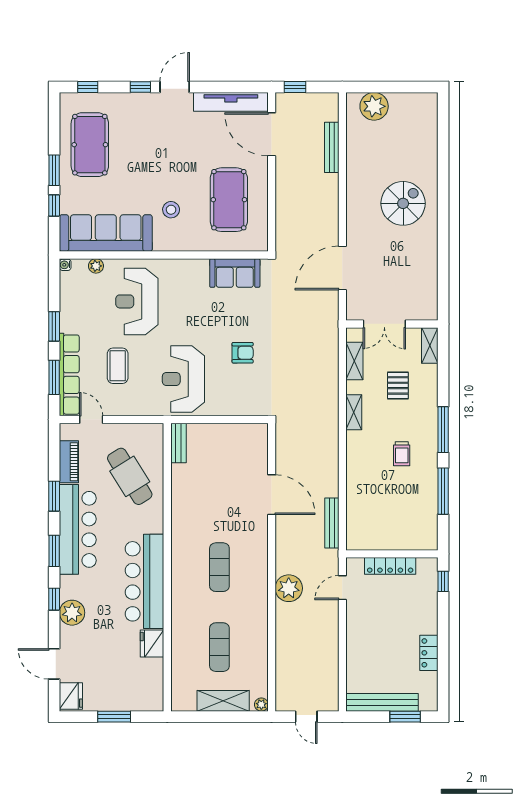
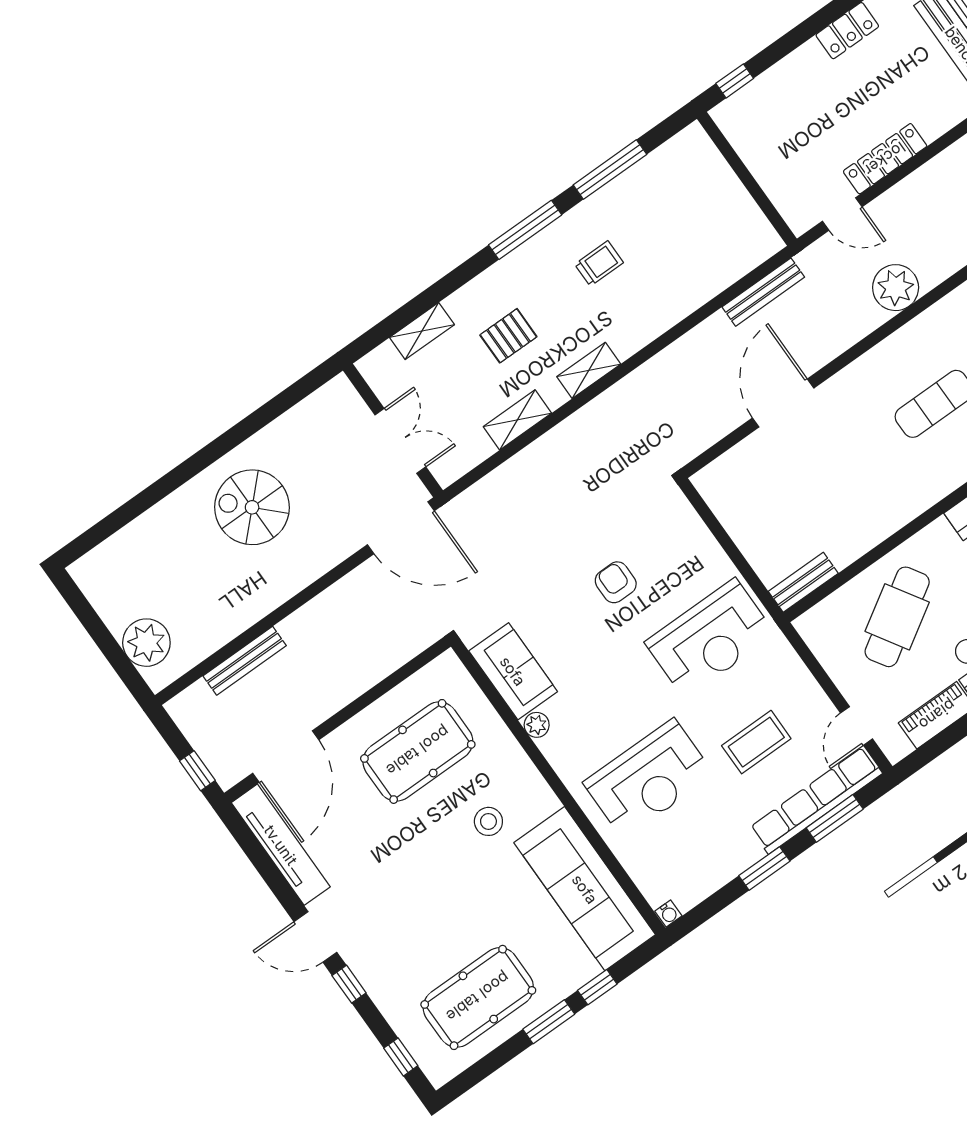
plant: (96, 266) -> (537, 725), moved
double door: (384, 324) -> (400, 441), moved
wall: (392, 324) -> (393, 430), moved
locker: (390, 566) -> (885, 159), moved, turned -90

